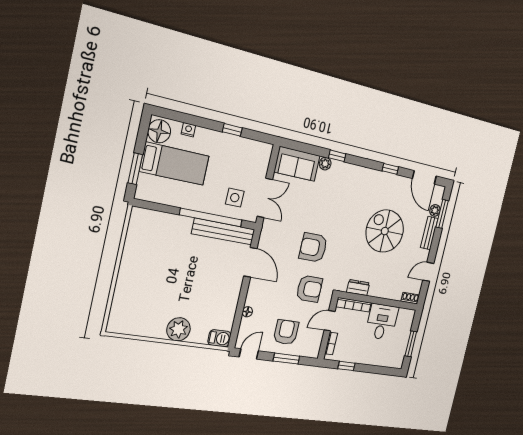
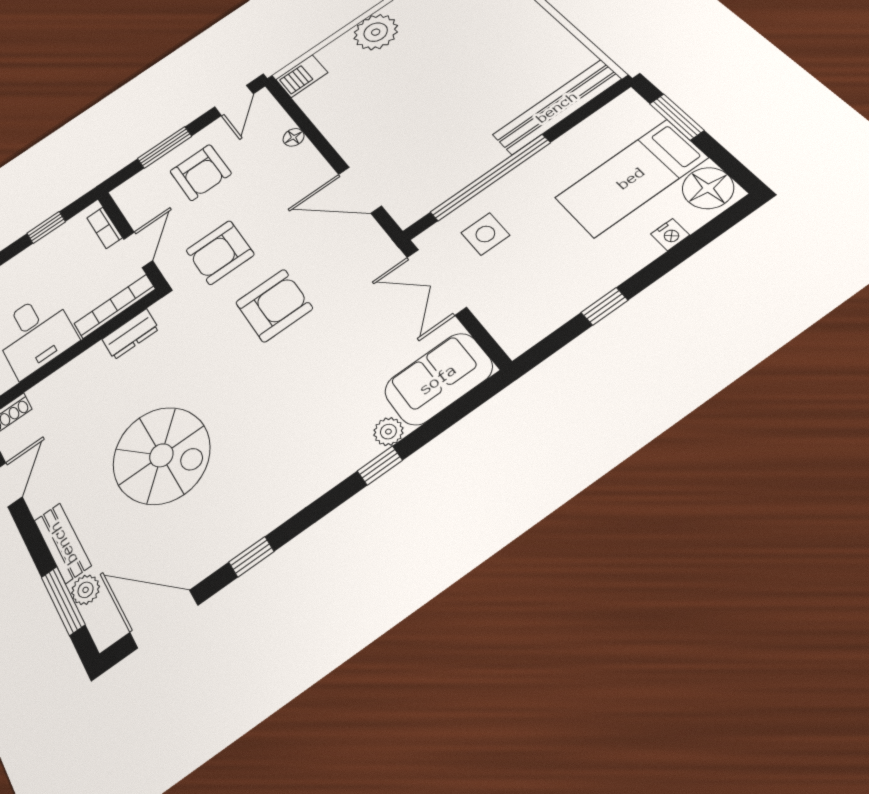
bench: (223, 232) -> (557, 107), moved

